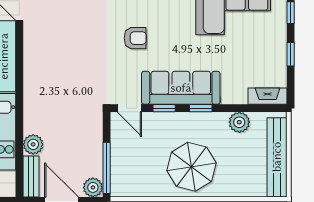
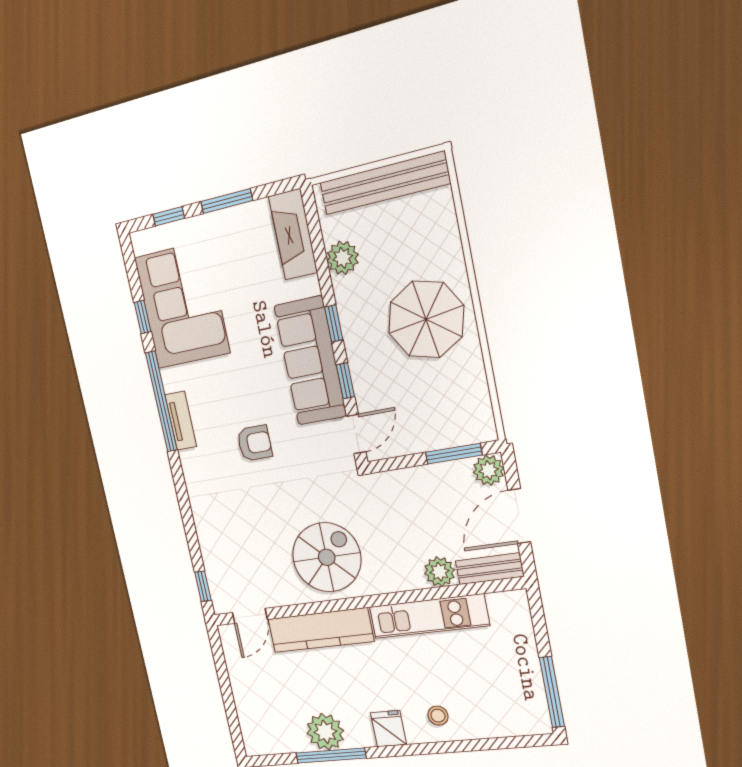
armchair: (135, 38) -> (255, 443), turned 90
window: (291, 54) -> (227, 201), width x1.50
spiral stairs: (52, 71) -> (327, 557), added
fireplace: (268, 96) -> (293, 234), width x1.37, depth x1.32
window: (107, 168) -> (454, 454), width x0.69

